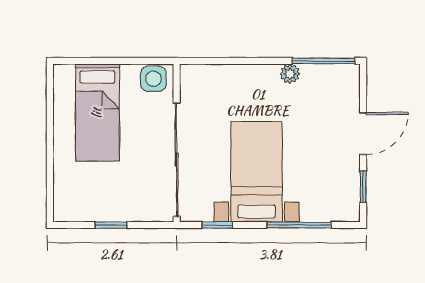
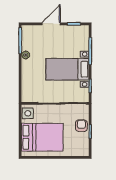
bed: (97, 113) -> (42, 137), width x1.50
door: (363, 134) -> (51, 24), hinge flipped
armchair: (124, 204) -> (81, 126), added

